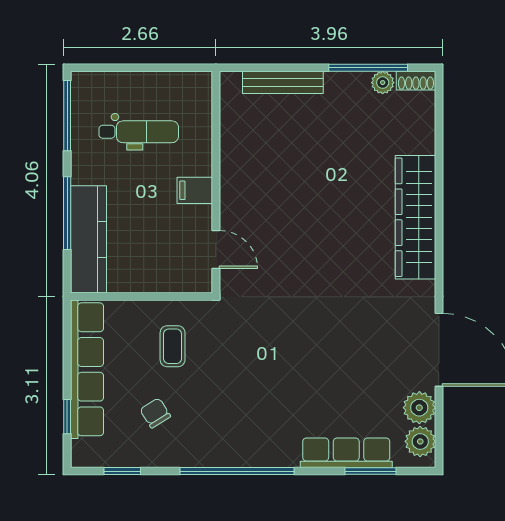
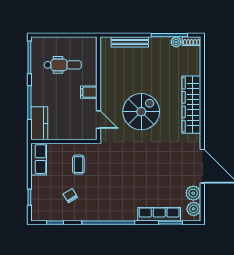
spiral stairs: (308, 232) -> (141, 112), added
kitchen counter: (89, 239) -> (39, 123), width x0.67
row of seats: (87, 369) -> (39, 159), width x0.50

